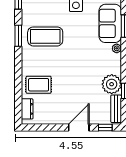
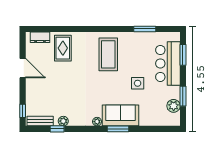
window: (18, 36) -> (109, 29), removed
plant: (112, 84) -> (63, 121), width x0.53, depth x0.53
door: (79, 127) -> (23, 68), moved

